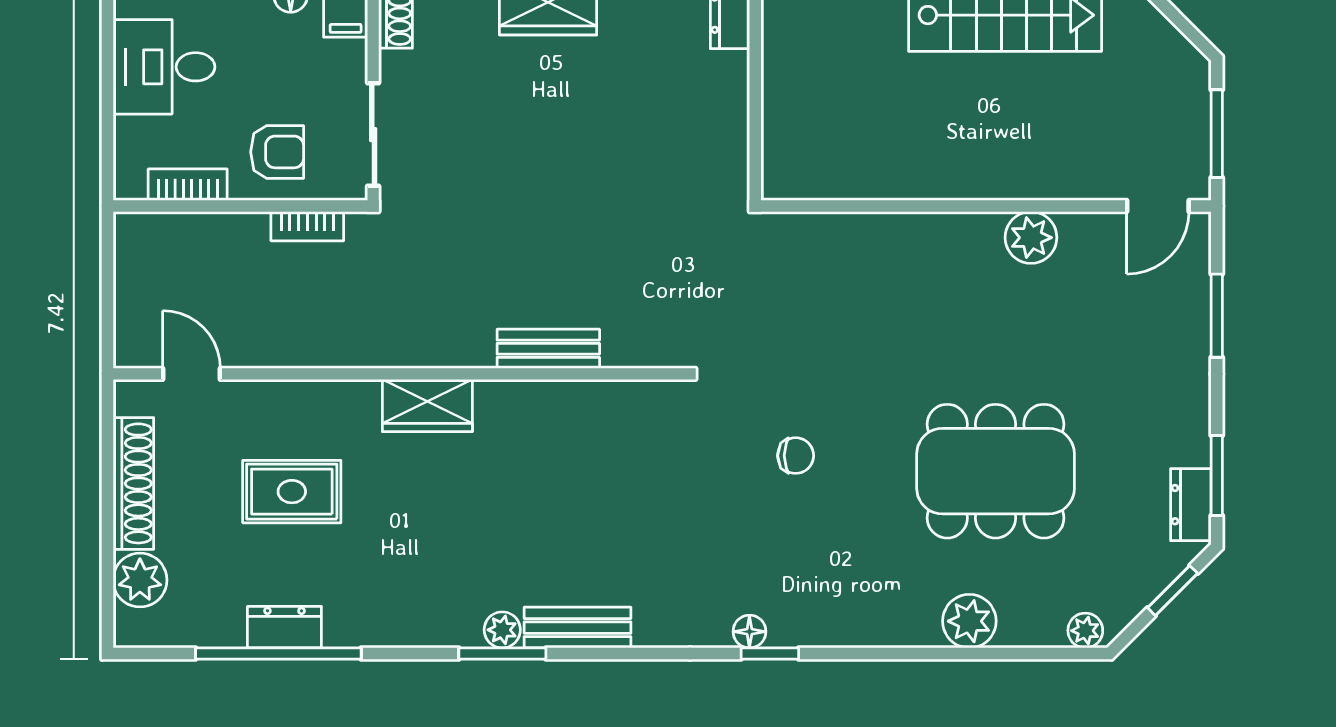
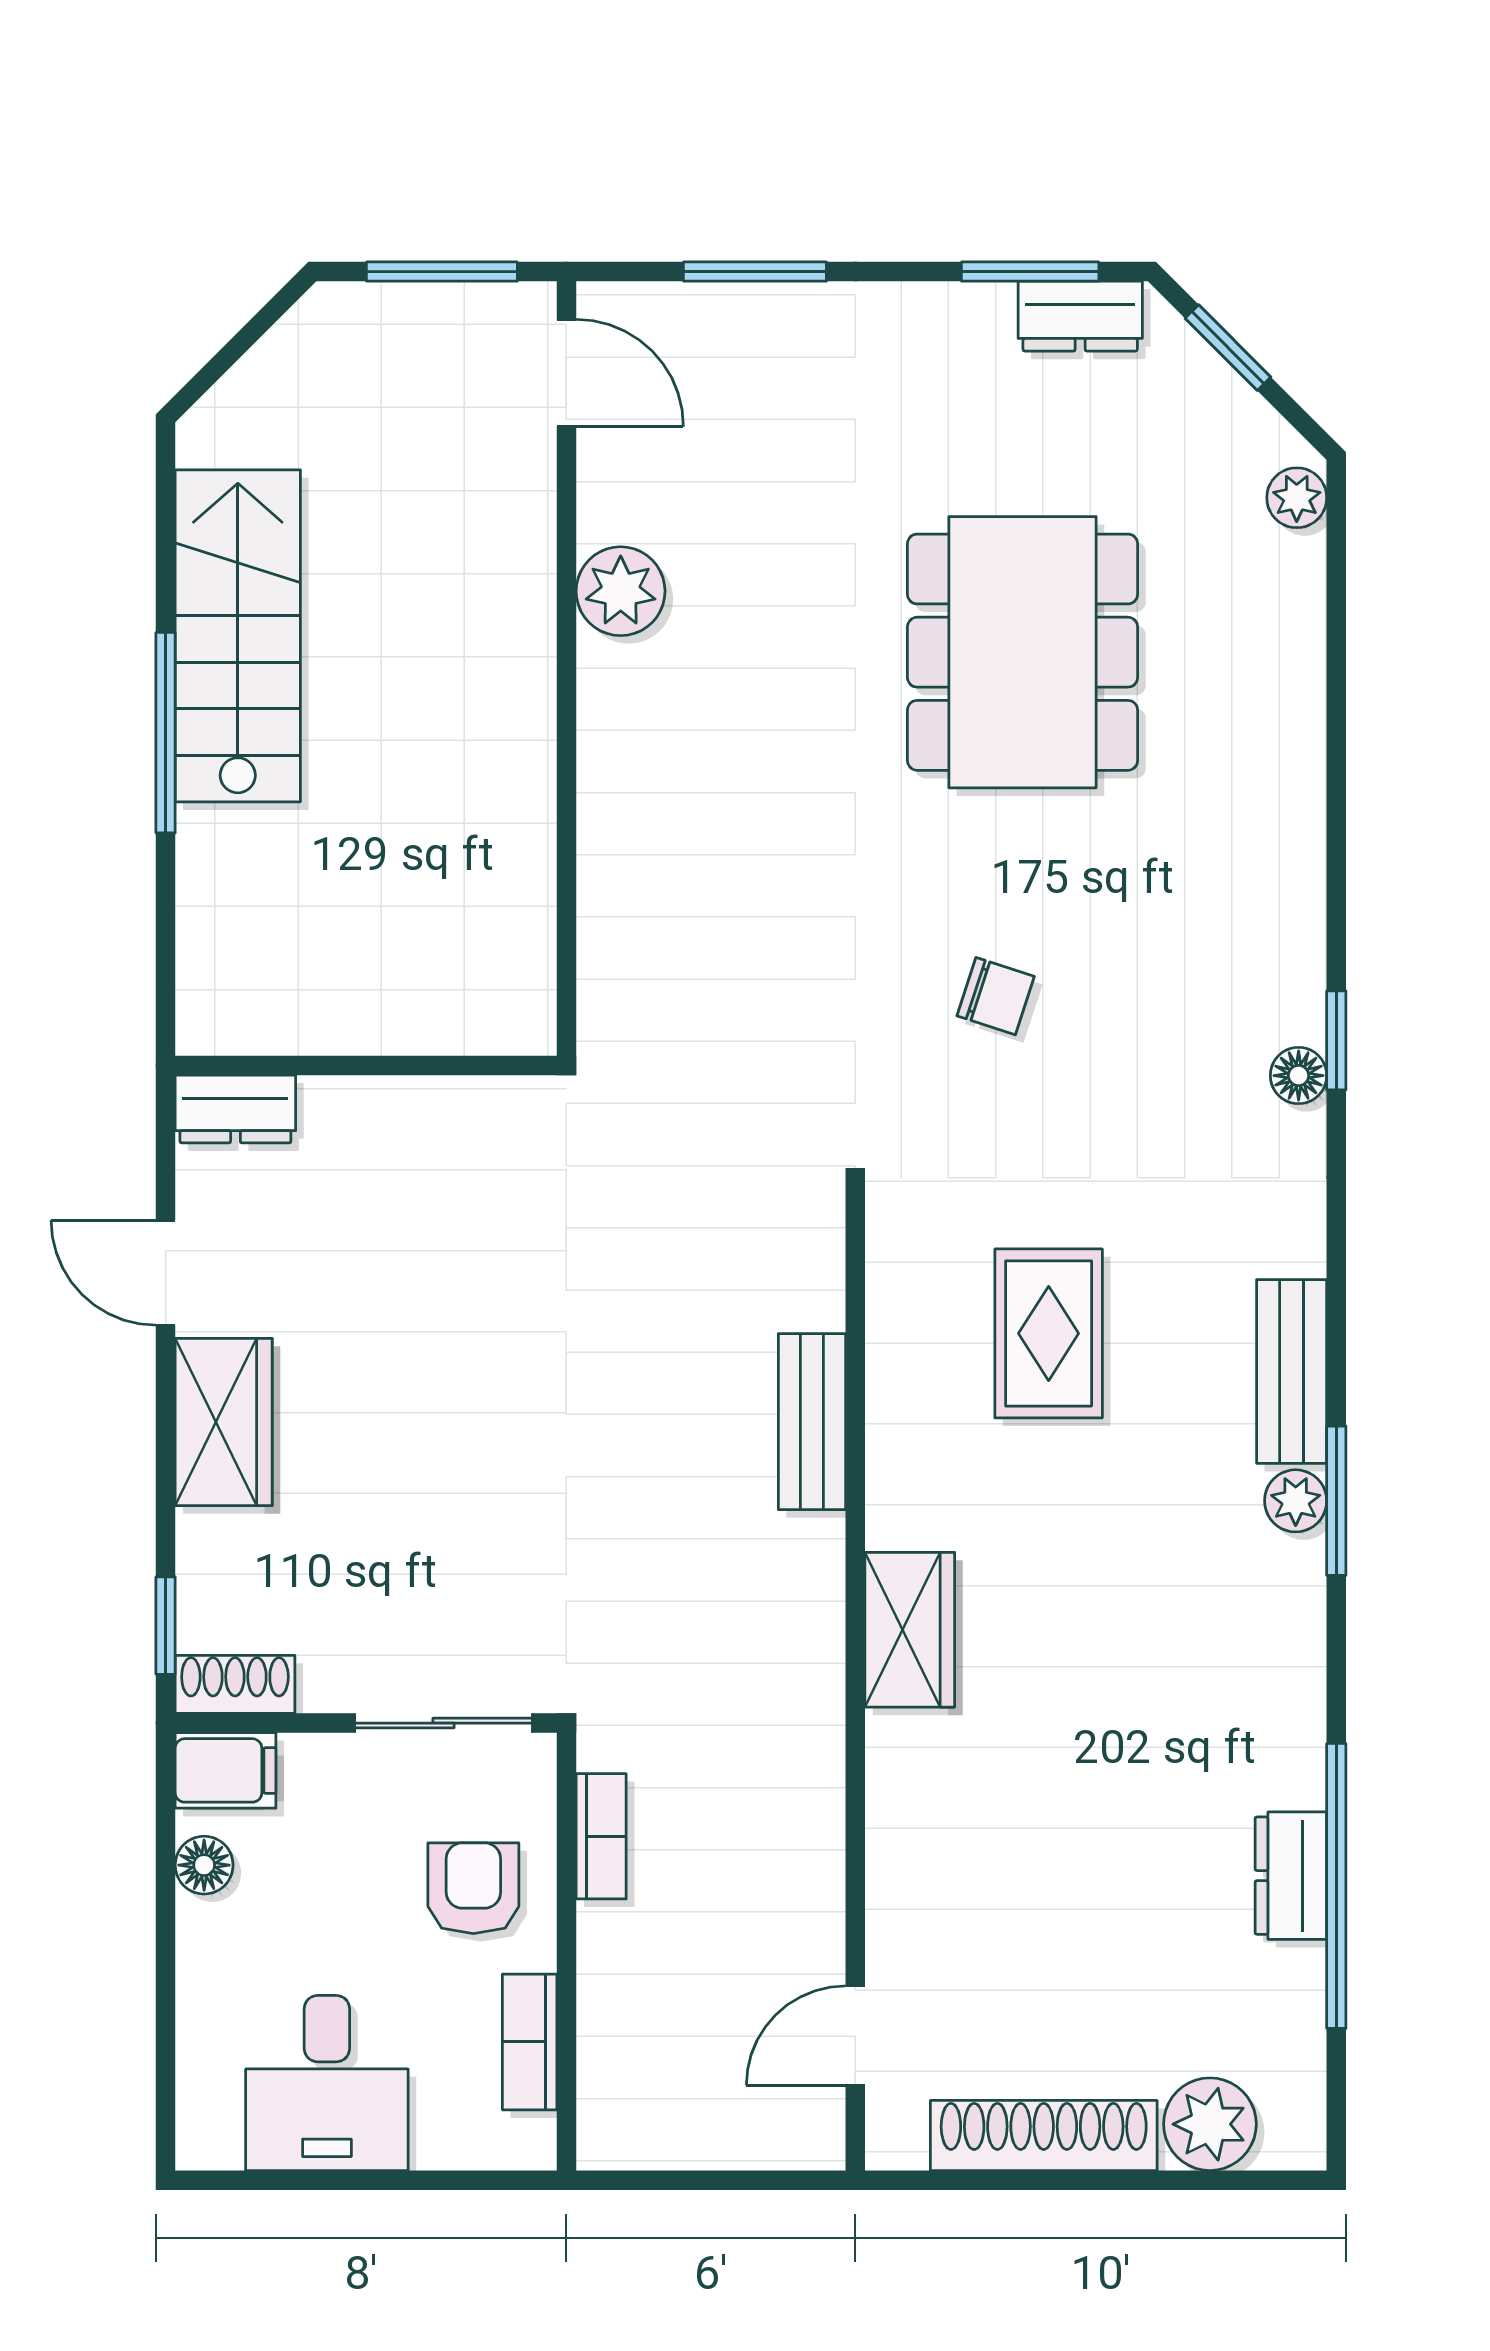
chair: (796, 456) -> (996, 996), turned 108
rug: (292, 492) -> (1049, 1333), moved
plant: (969, 621) -> (1281, 697), removed

